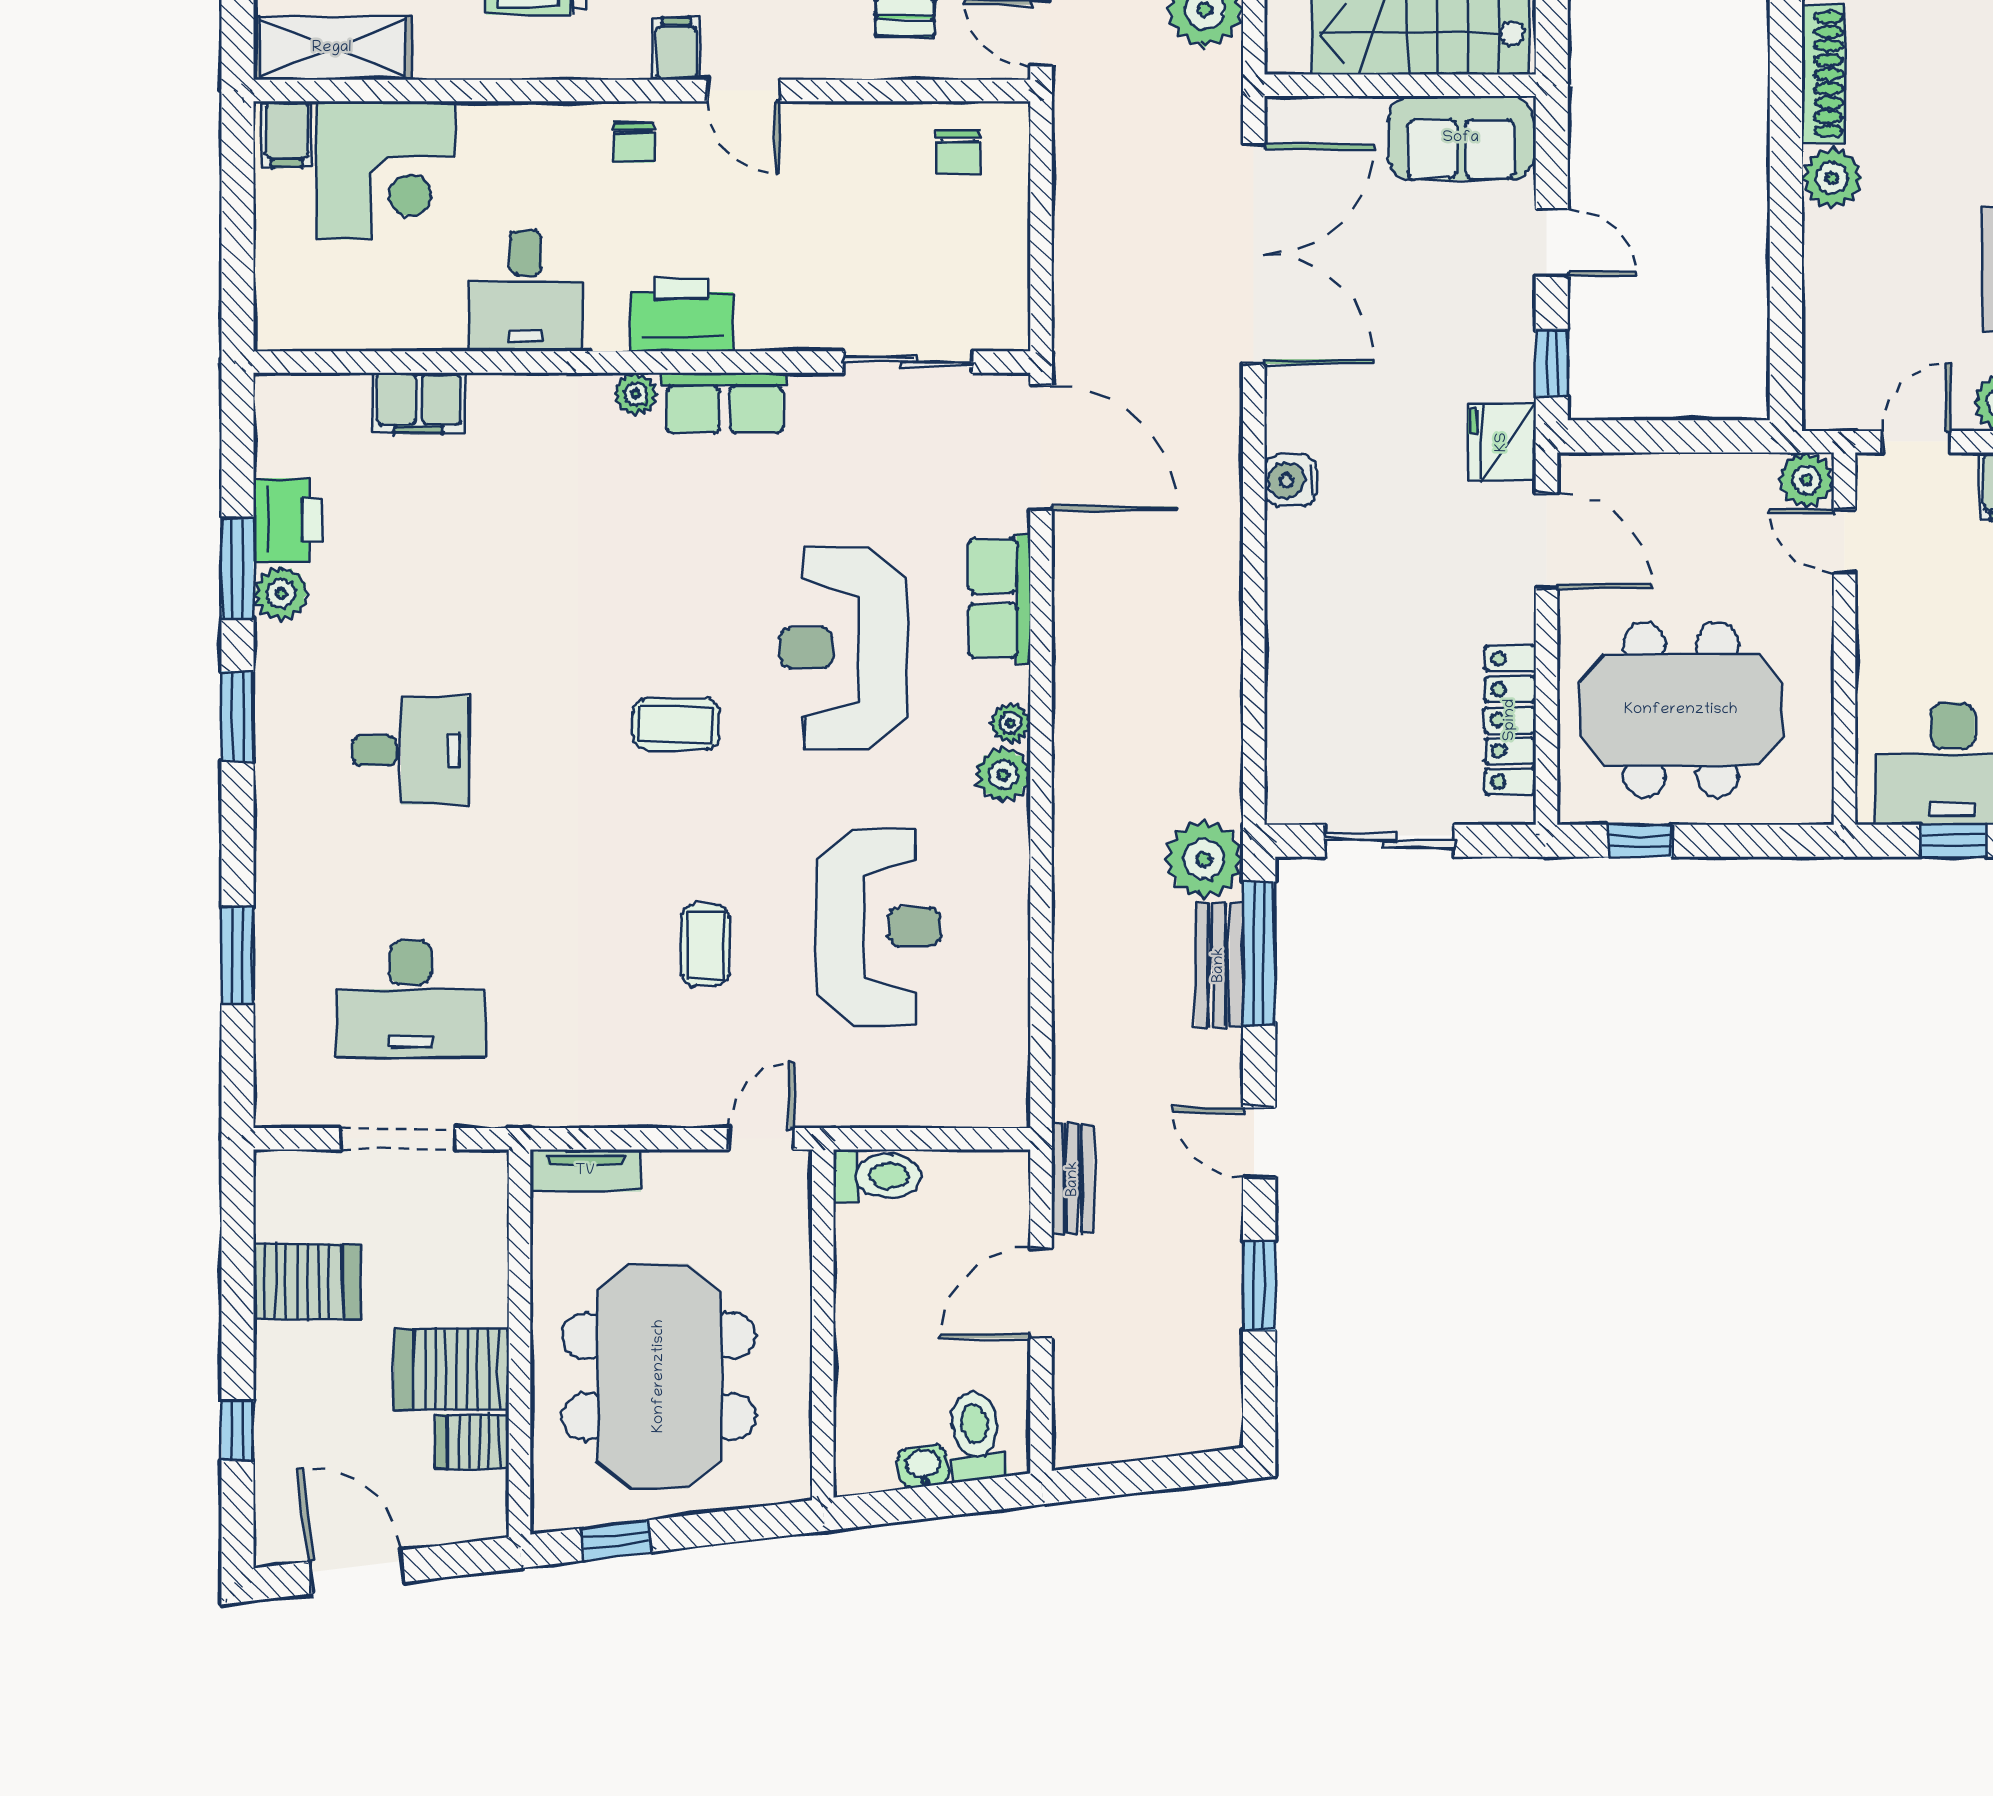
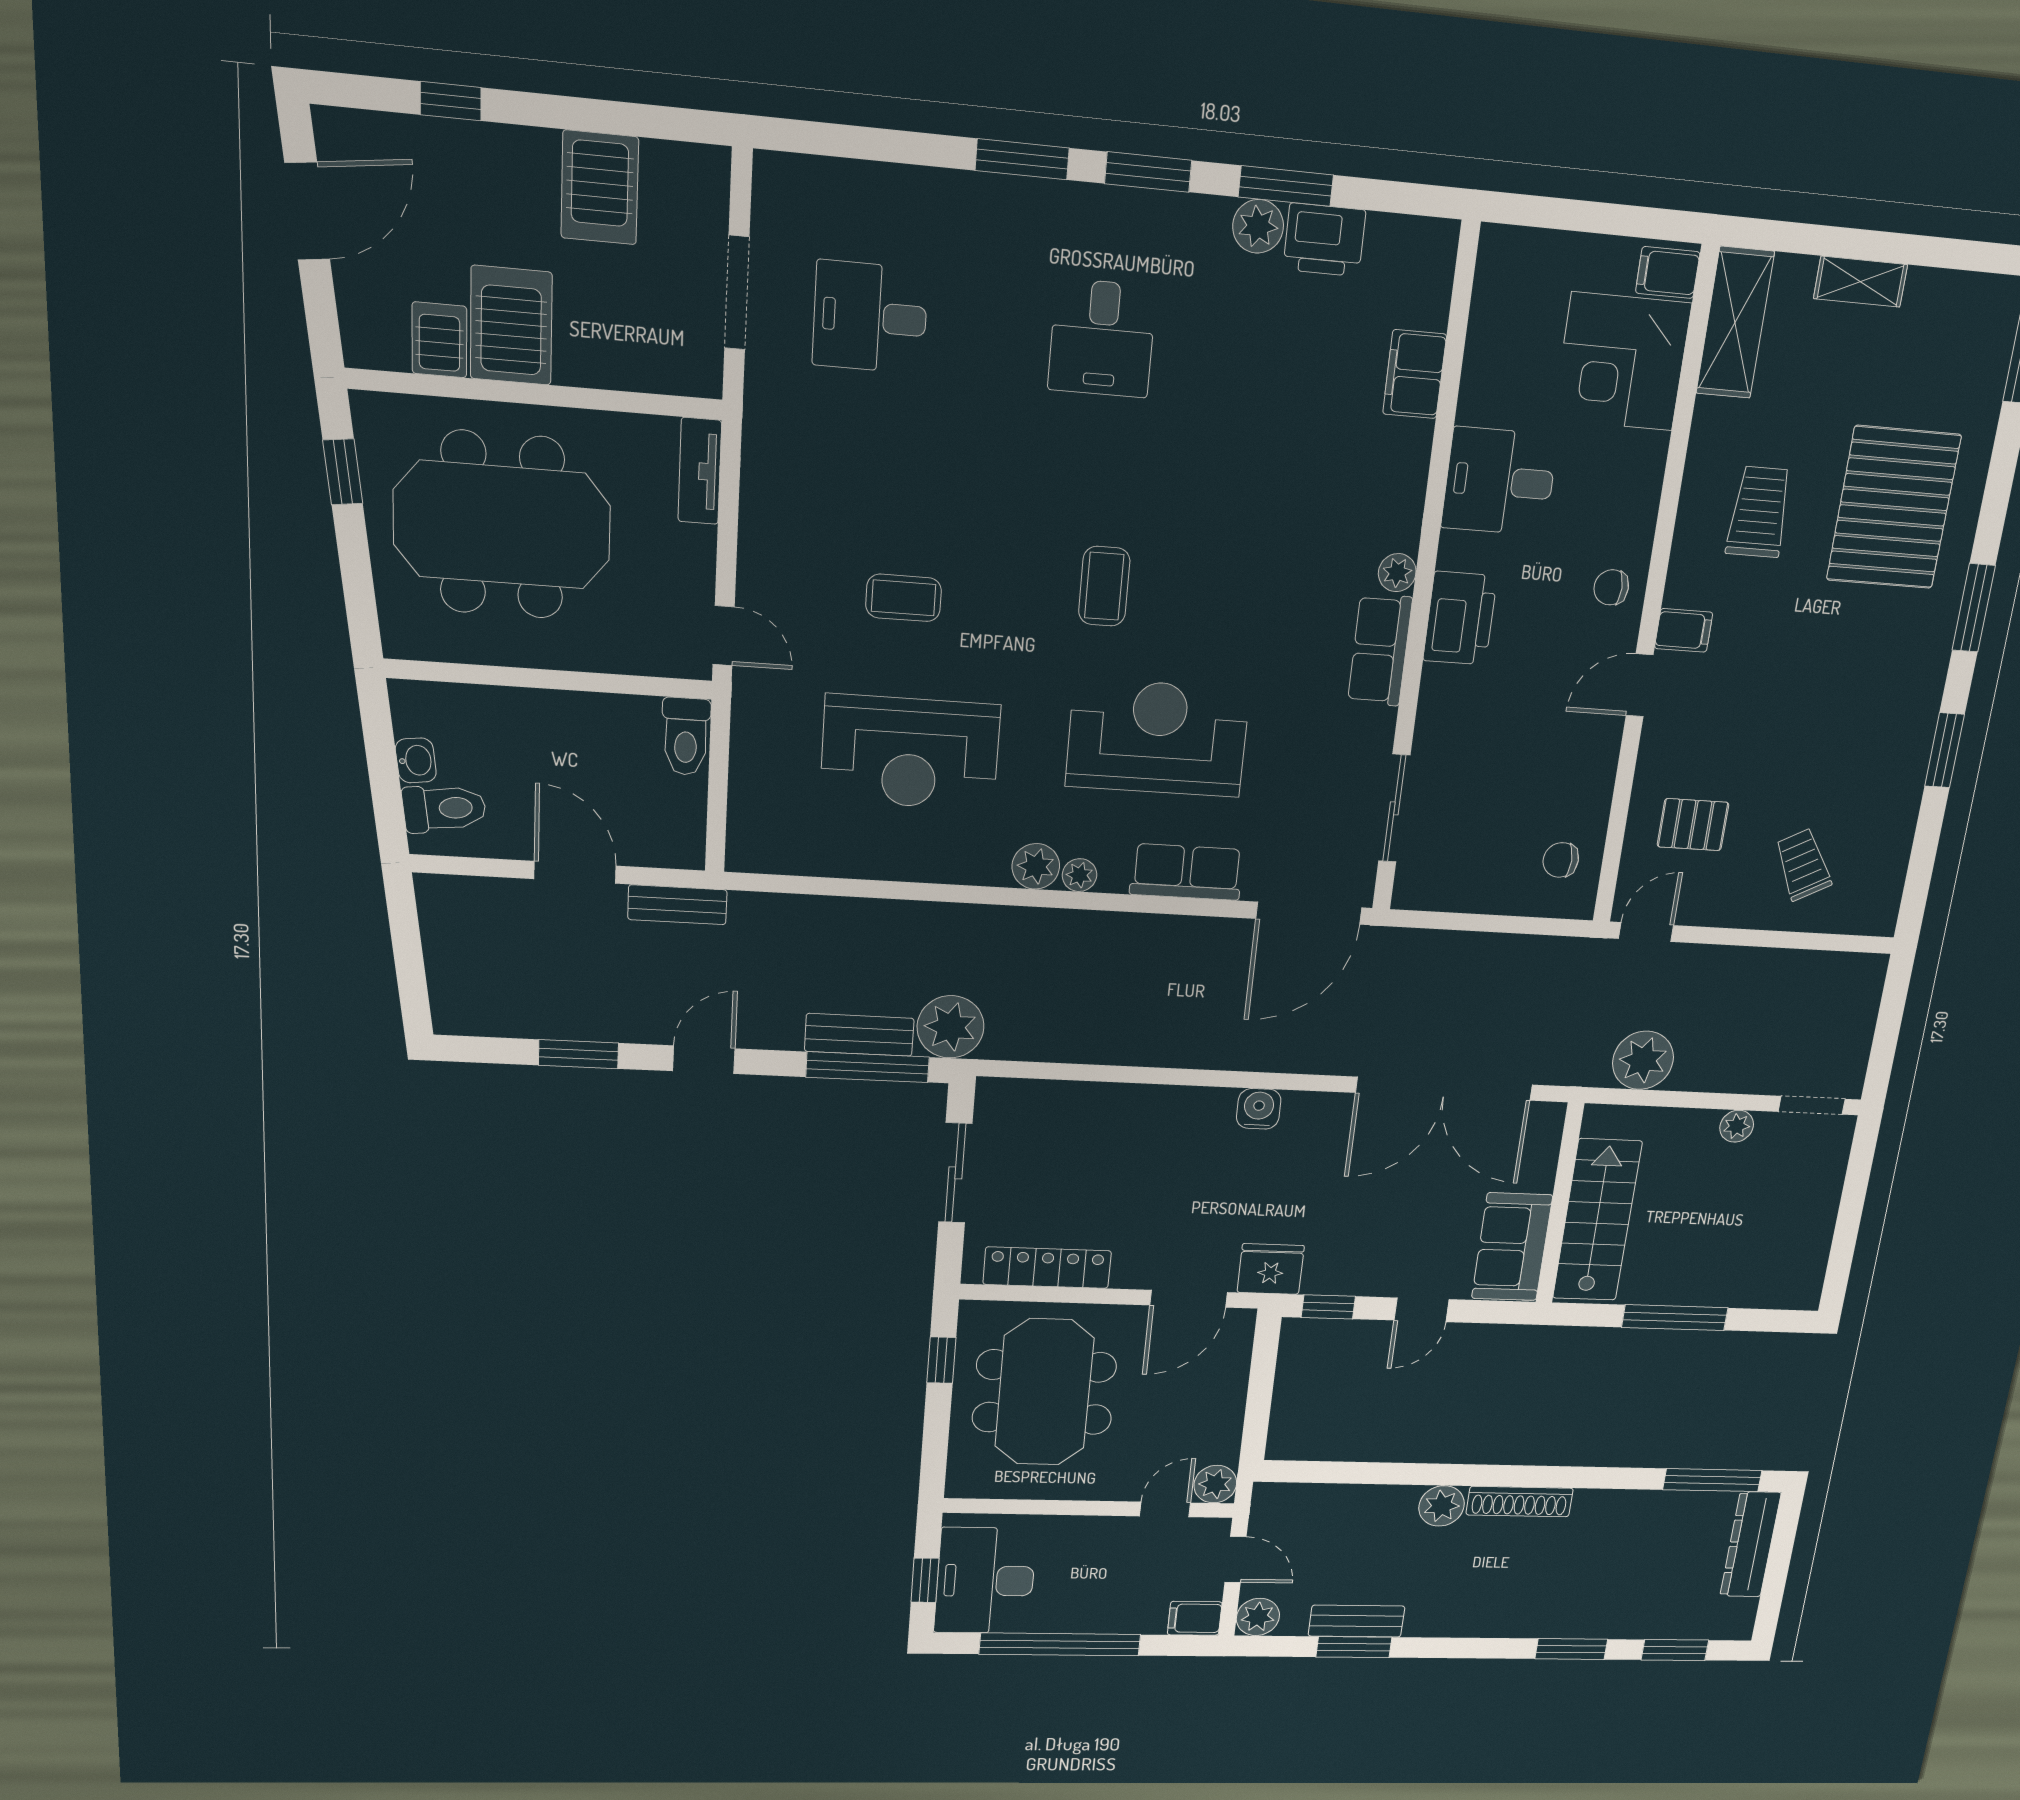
window: (238, 956) -> (1022, 159), moved
desk: (410, 999) -> (870, 317), width x0.73

